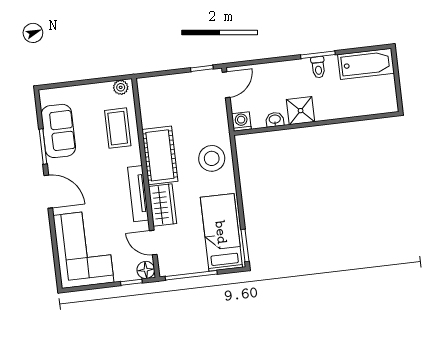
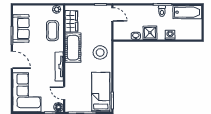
door: (226, 85) -> (112, 14), hinge flipped
washing machine: (241, 121) -> (170, 35), moved
wardrobe: (163, 205) -> (71, 21), moved

